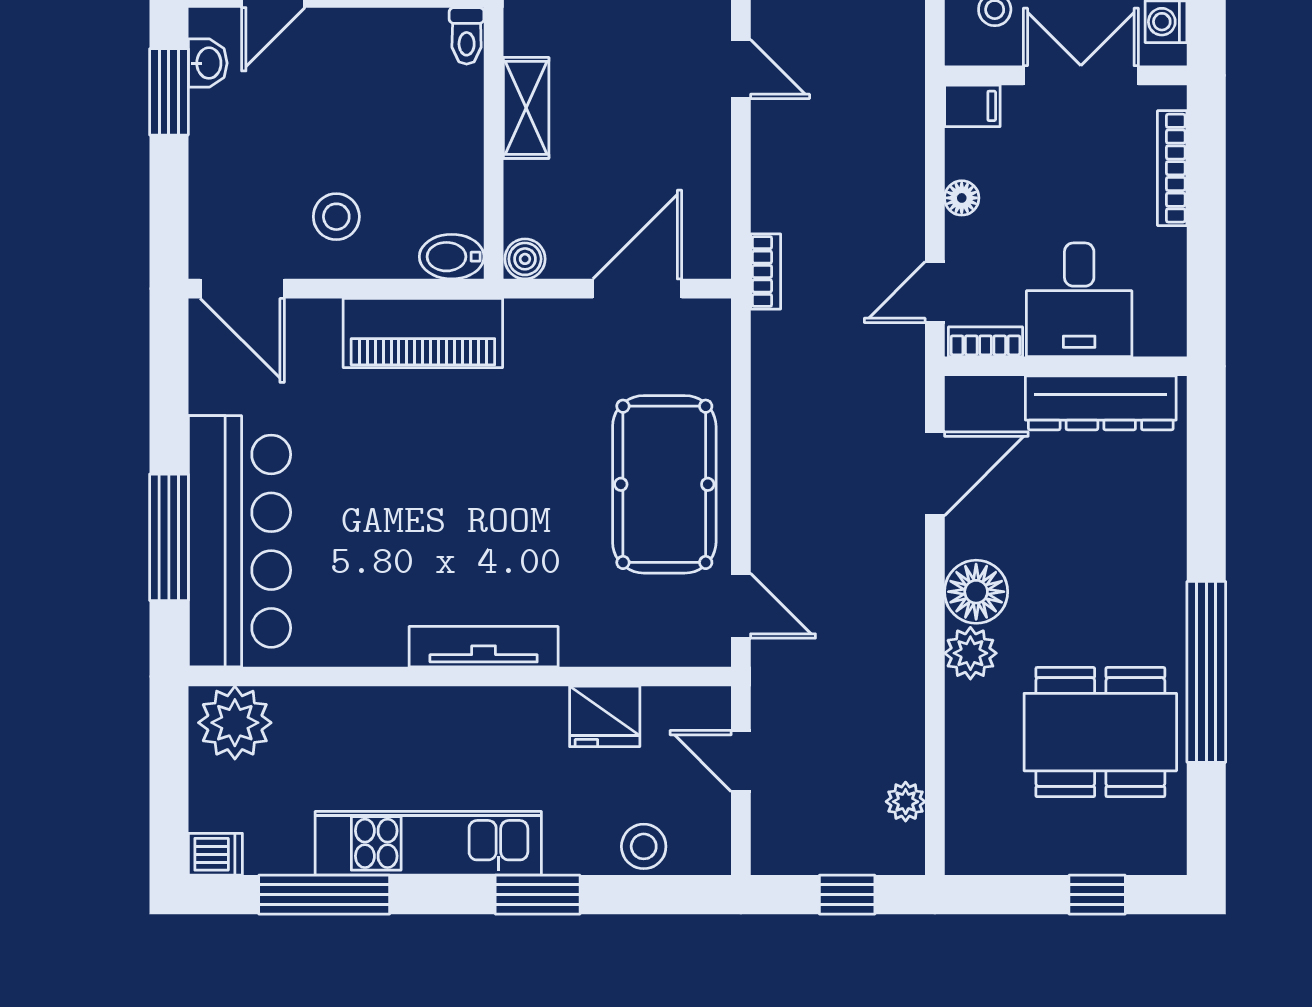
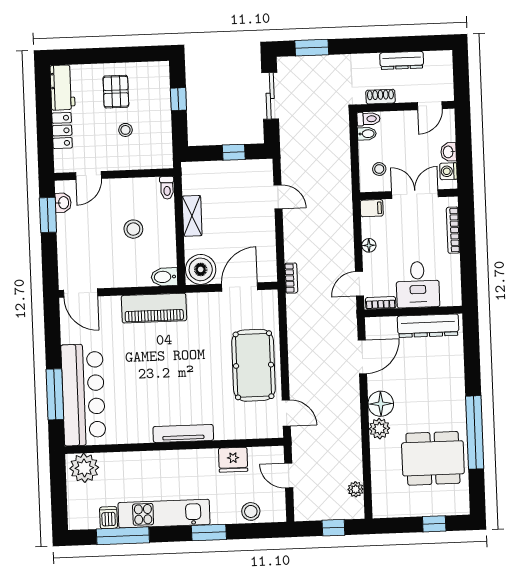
stool: (336, 217) -> (133, 229), moved
boiler: (525, 259) -> (201, 269), width x1.86, depth x1.86
dishwasher: (215, 854) -> (109, 518), moved, turned -90

